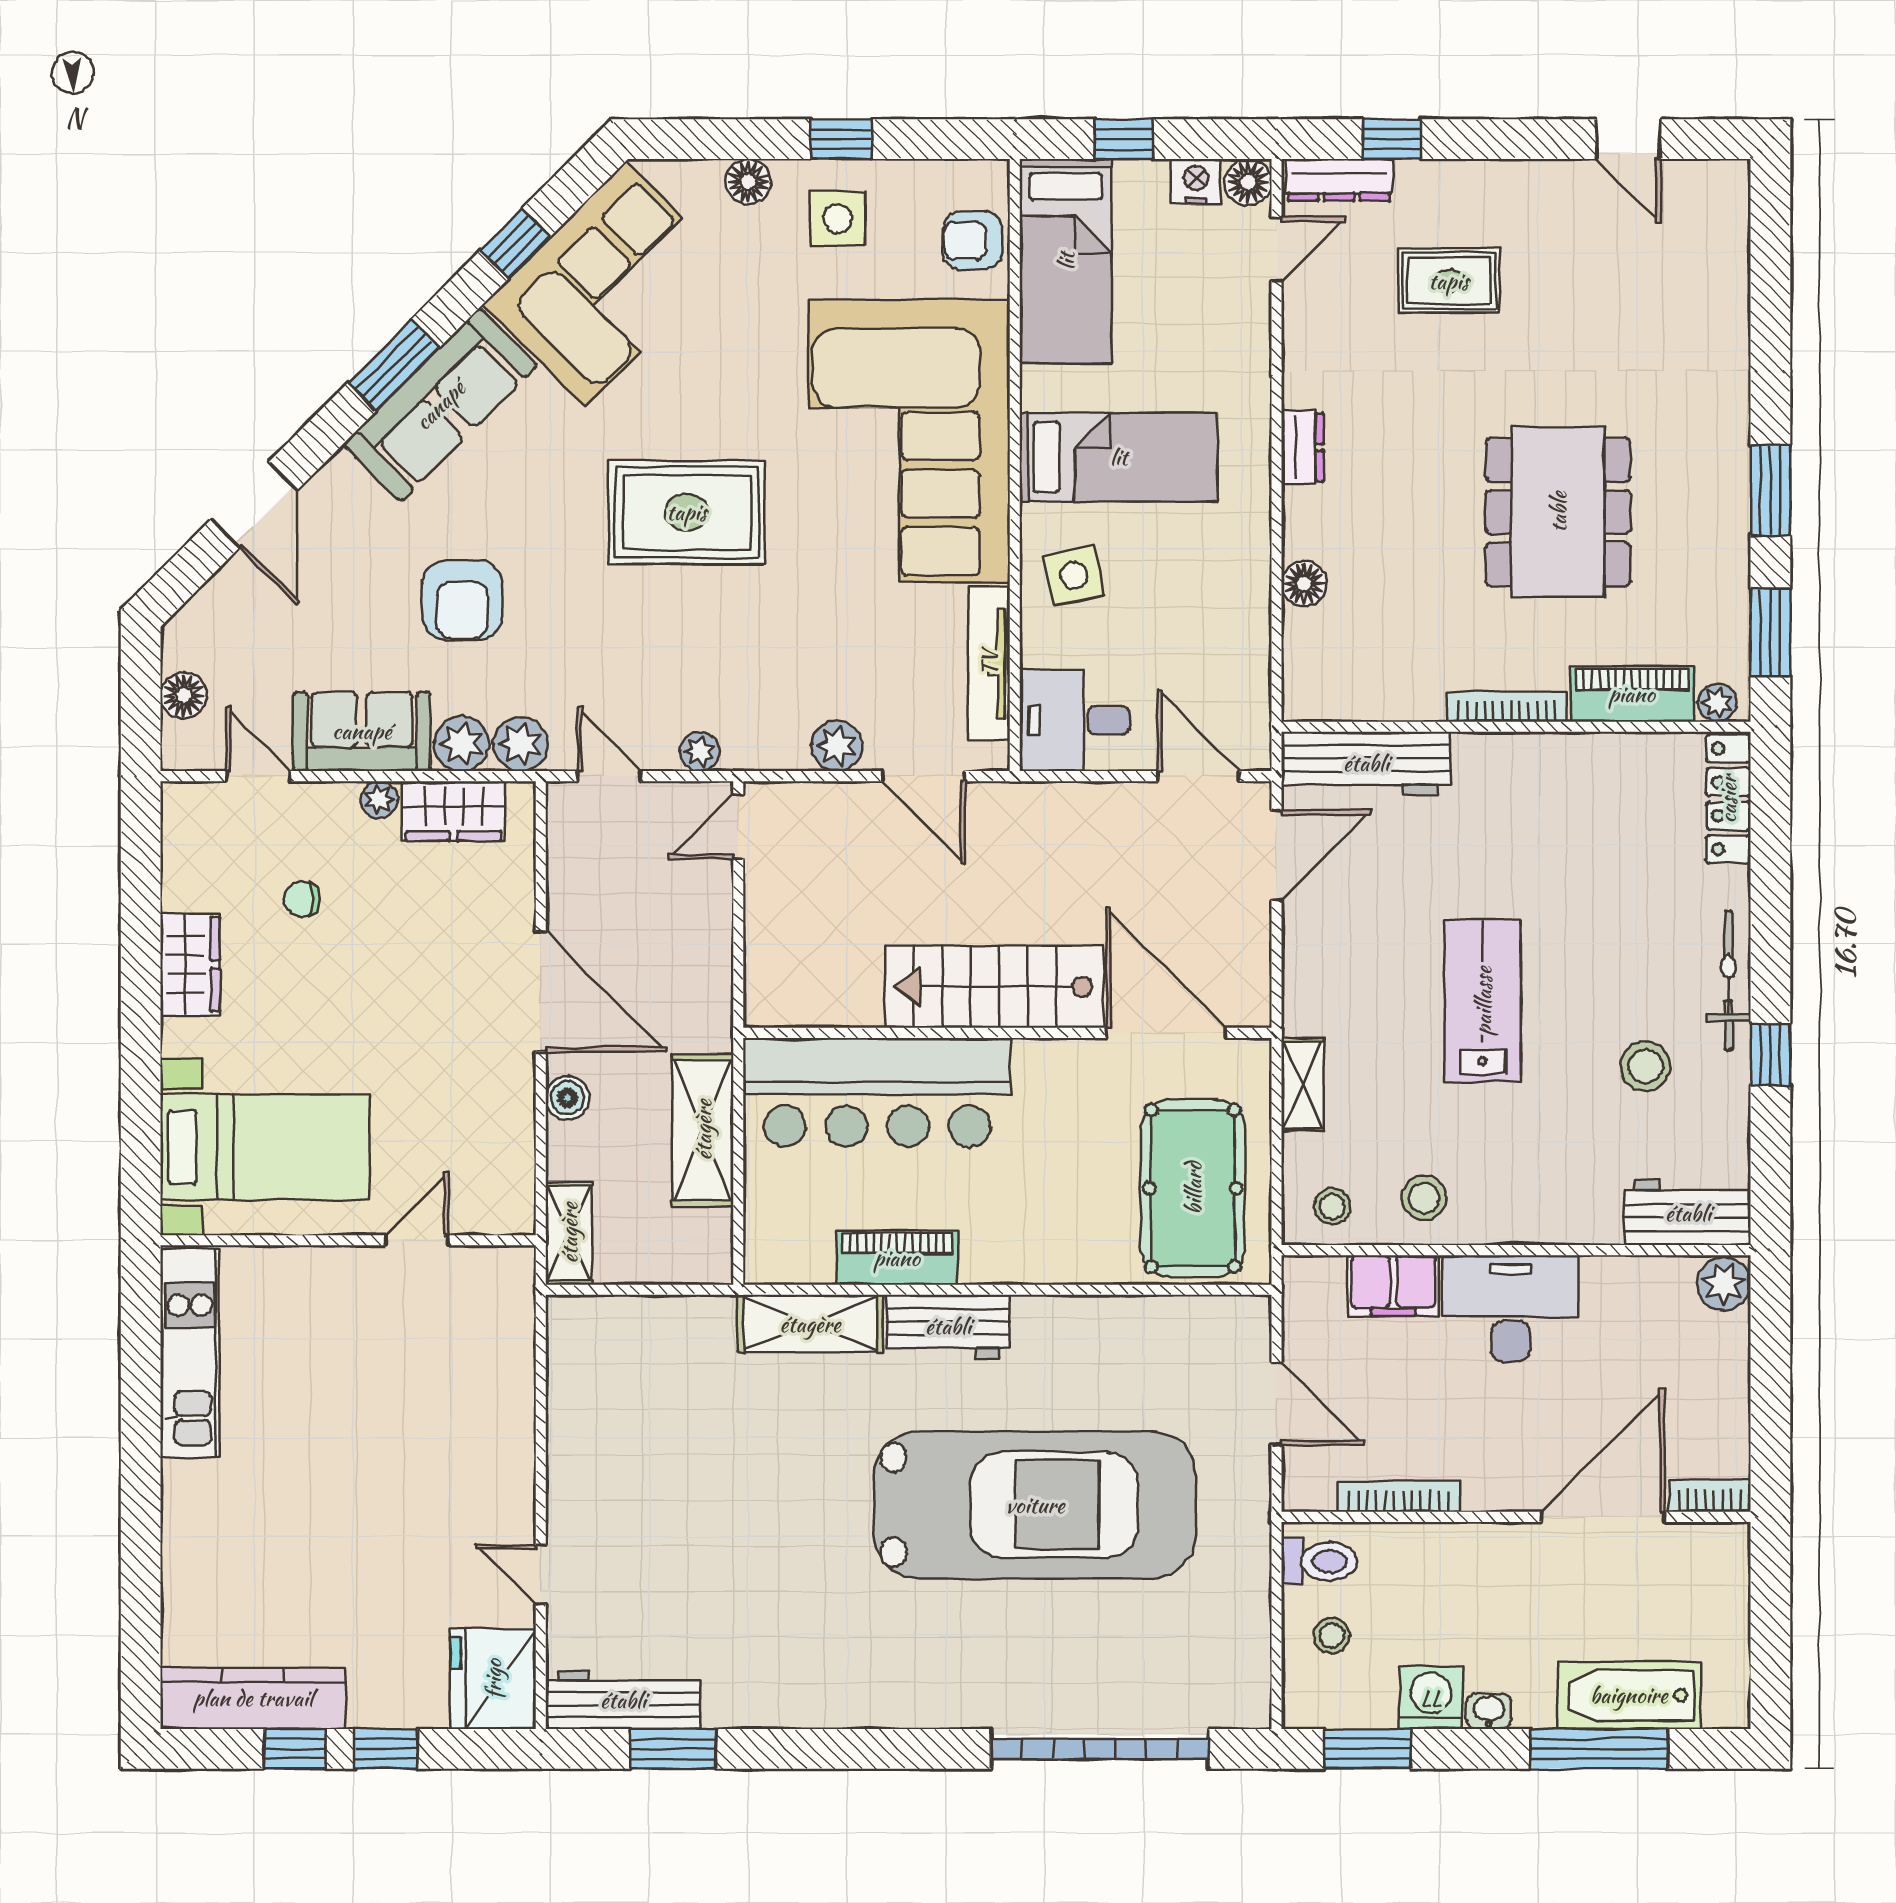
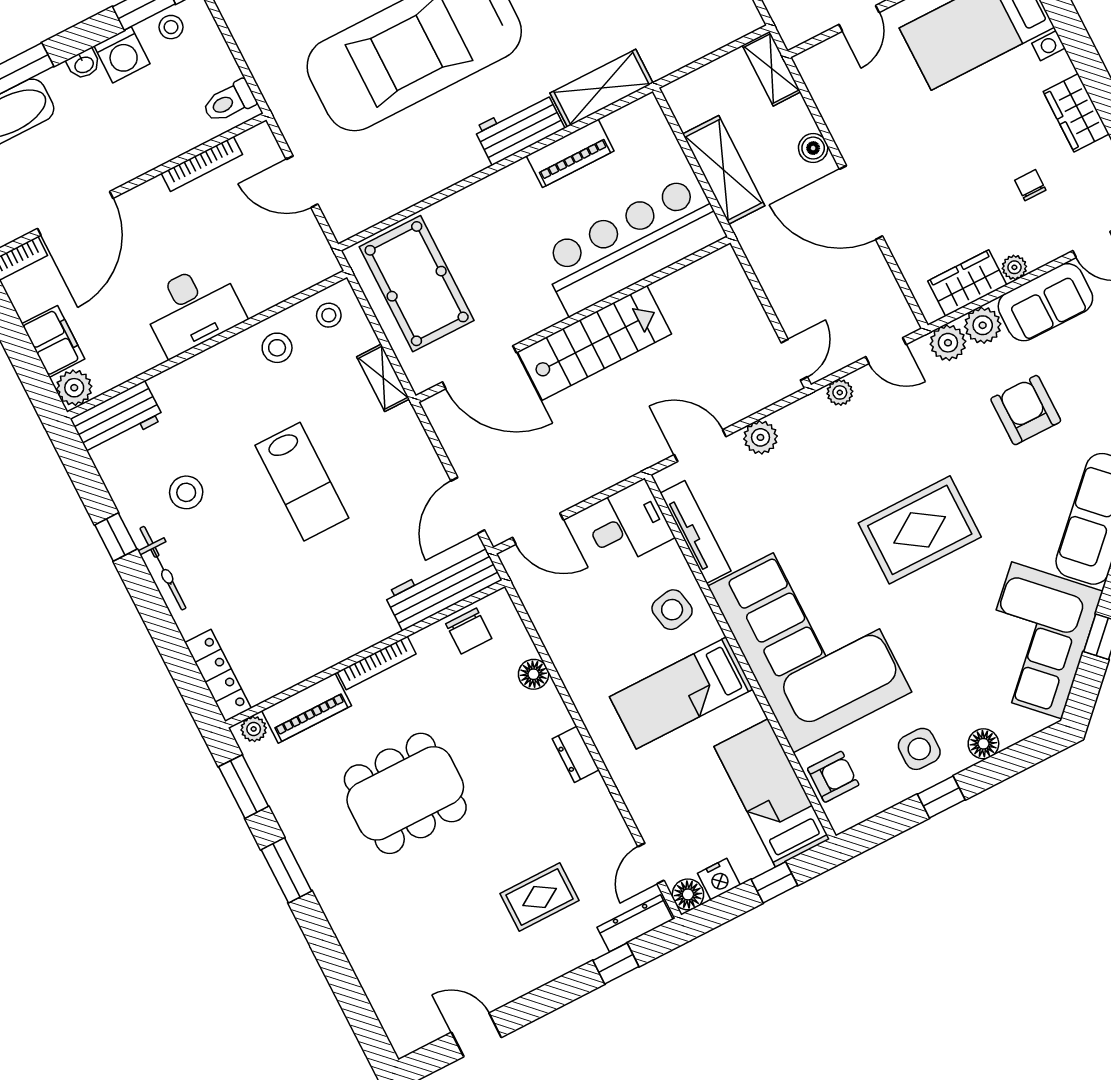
dining table: (1558, 512) -> (405, 793), turned 90
chair: (1361, 686) -> (469, 631), added
chair: (302, 899) -> (1030, 185), turned -90
filing cabinet: (1393, 1286) -> (53, 341), moved, turned 90
stool: (1332, 1635) -> (171, 27), moved

